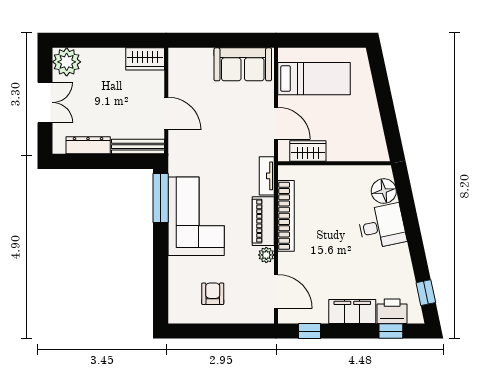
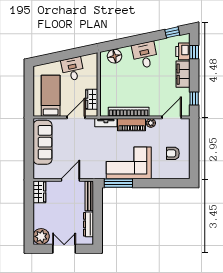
sofa: (243, 64) -> (42, 142), width x1.36
desk: (361, 117) -> (73, 69), added
desk: (382, 226) -> (145, 55), moved

